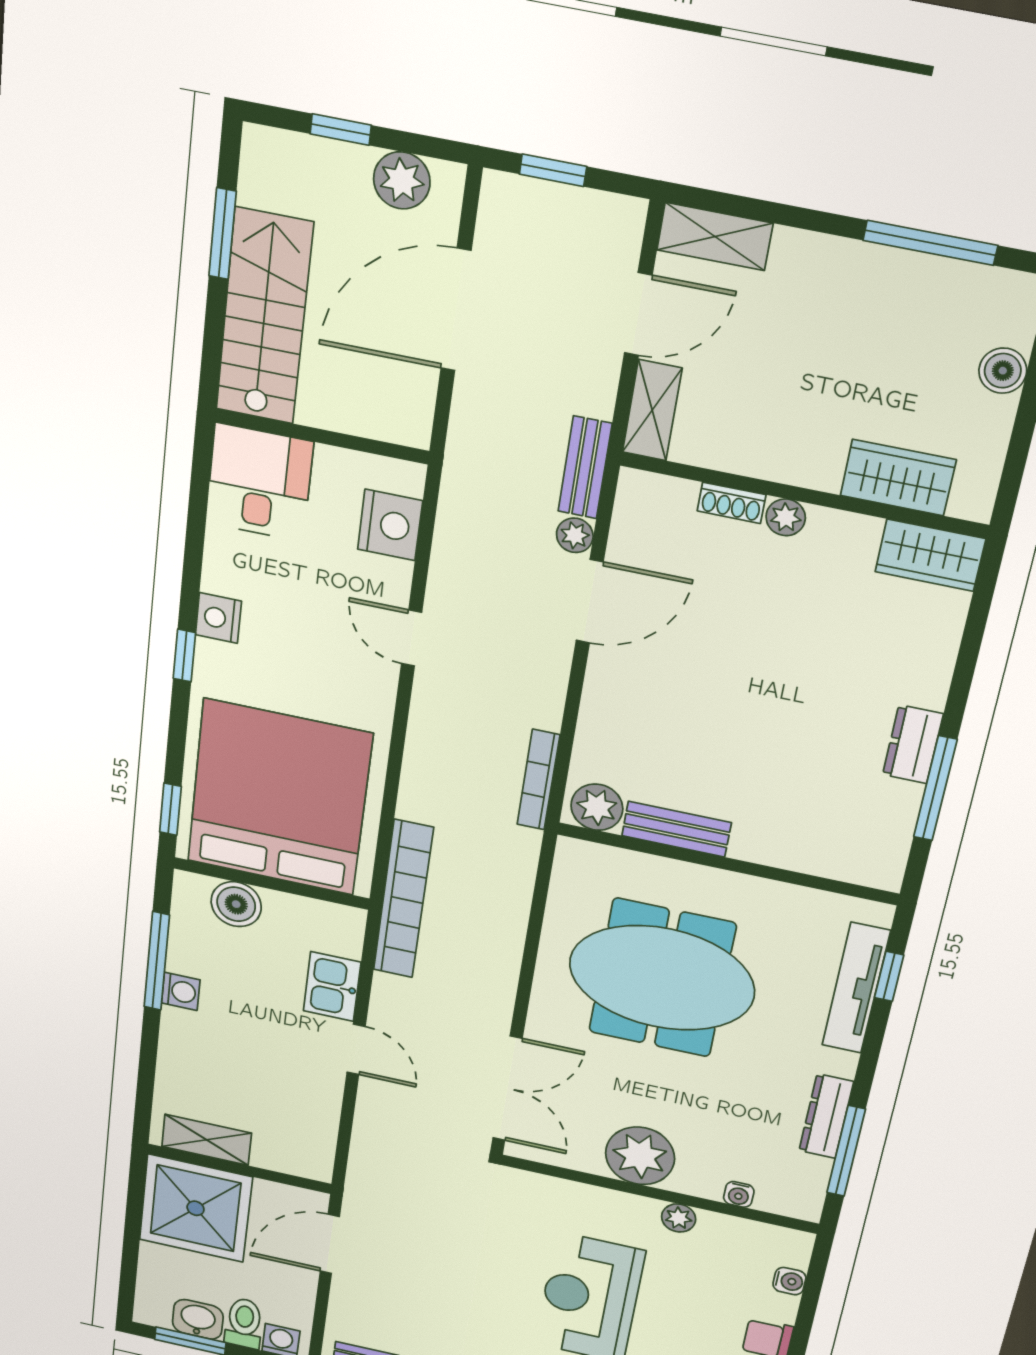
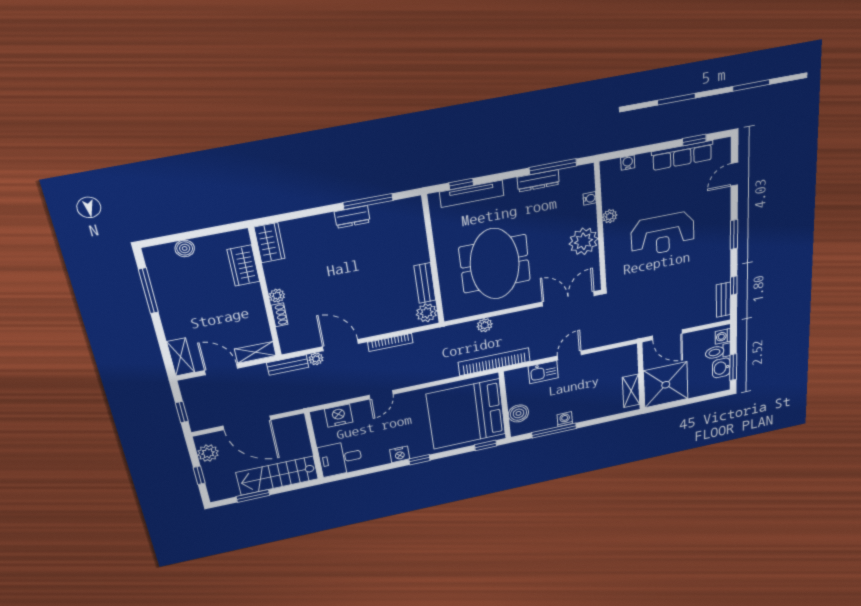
bookcase: (538, 780) -> (390, 342), moved
plant: (511, 911) -> (485, 325), added

